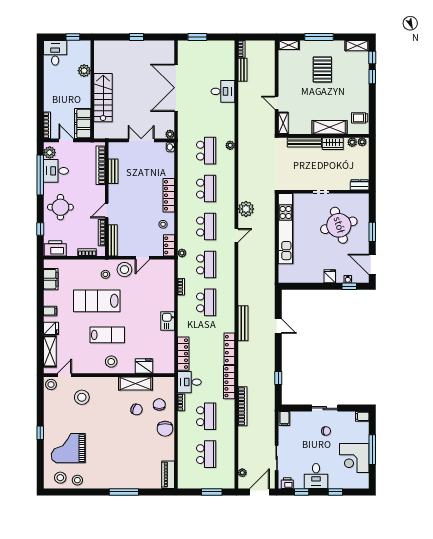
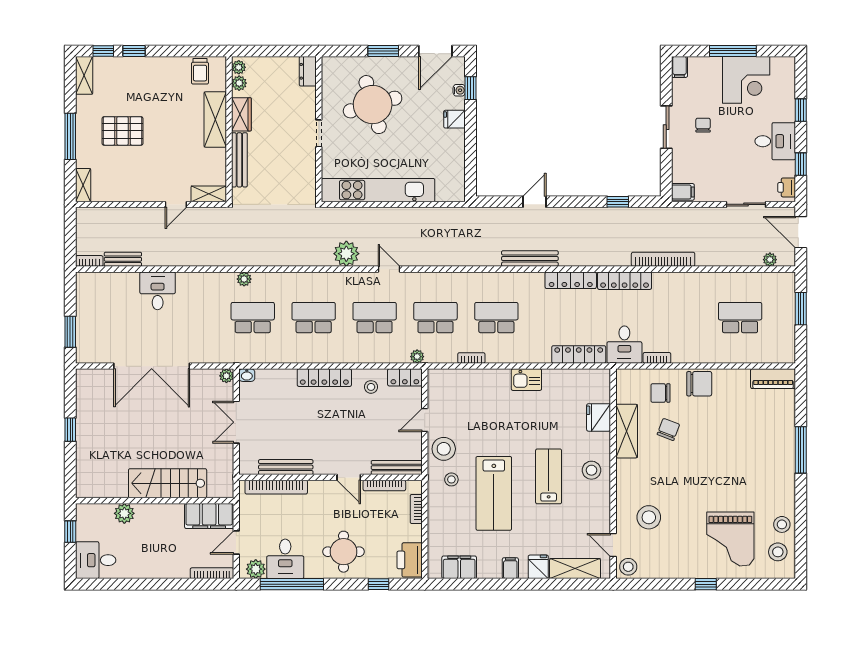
bench: (113, 171) -> (286, 467), width x1.36
door: (142, 258) -> (425, 420), swing flipped
school desk: (206, 416) -> (679, 318), removed

